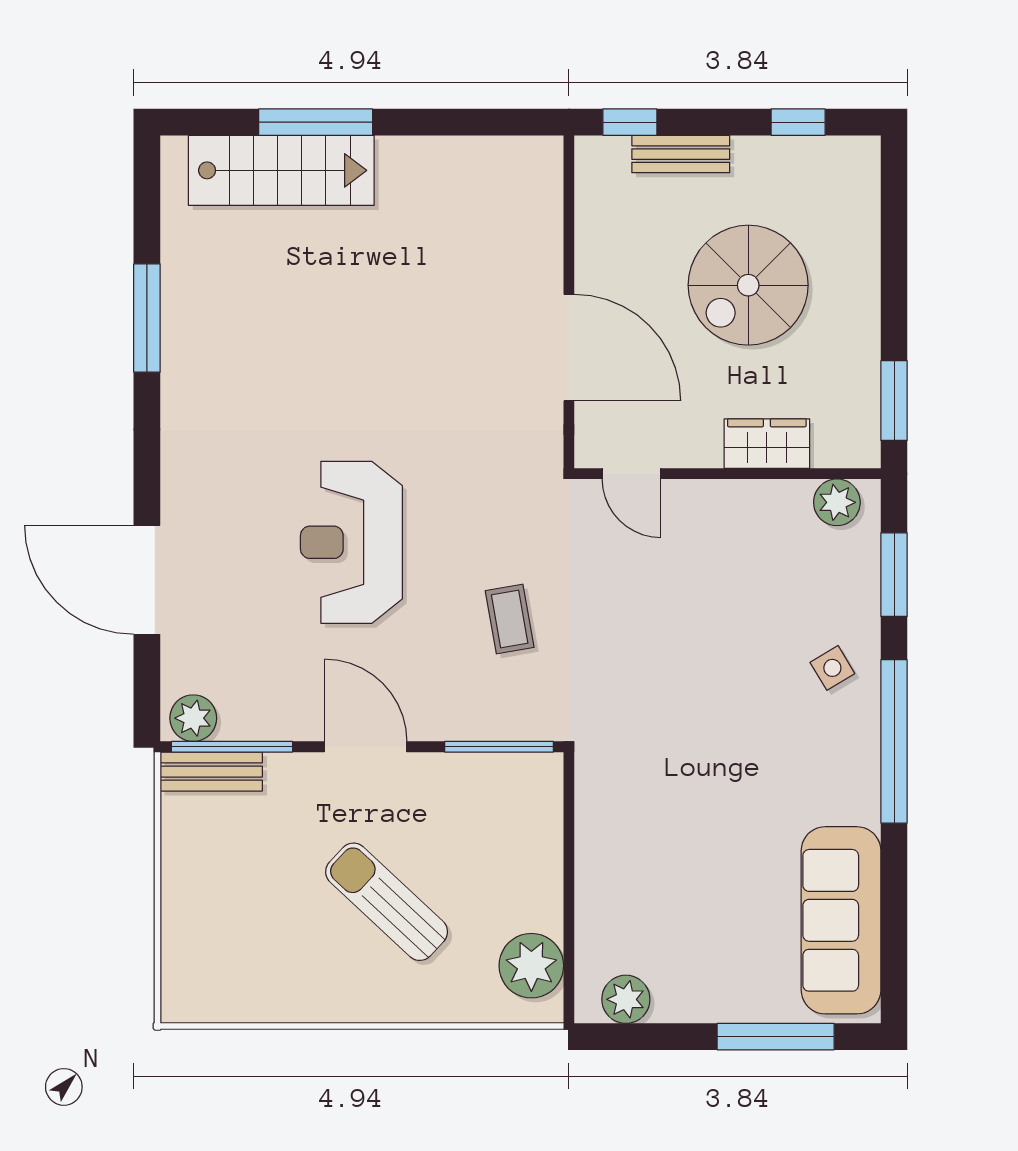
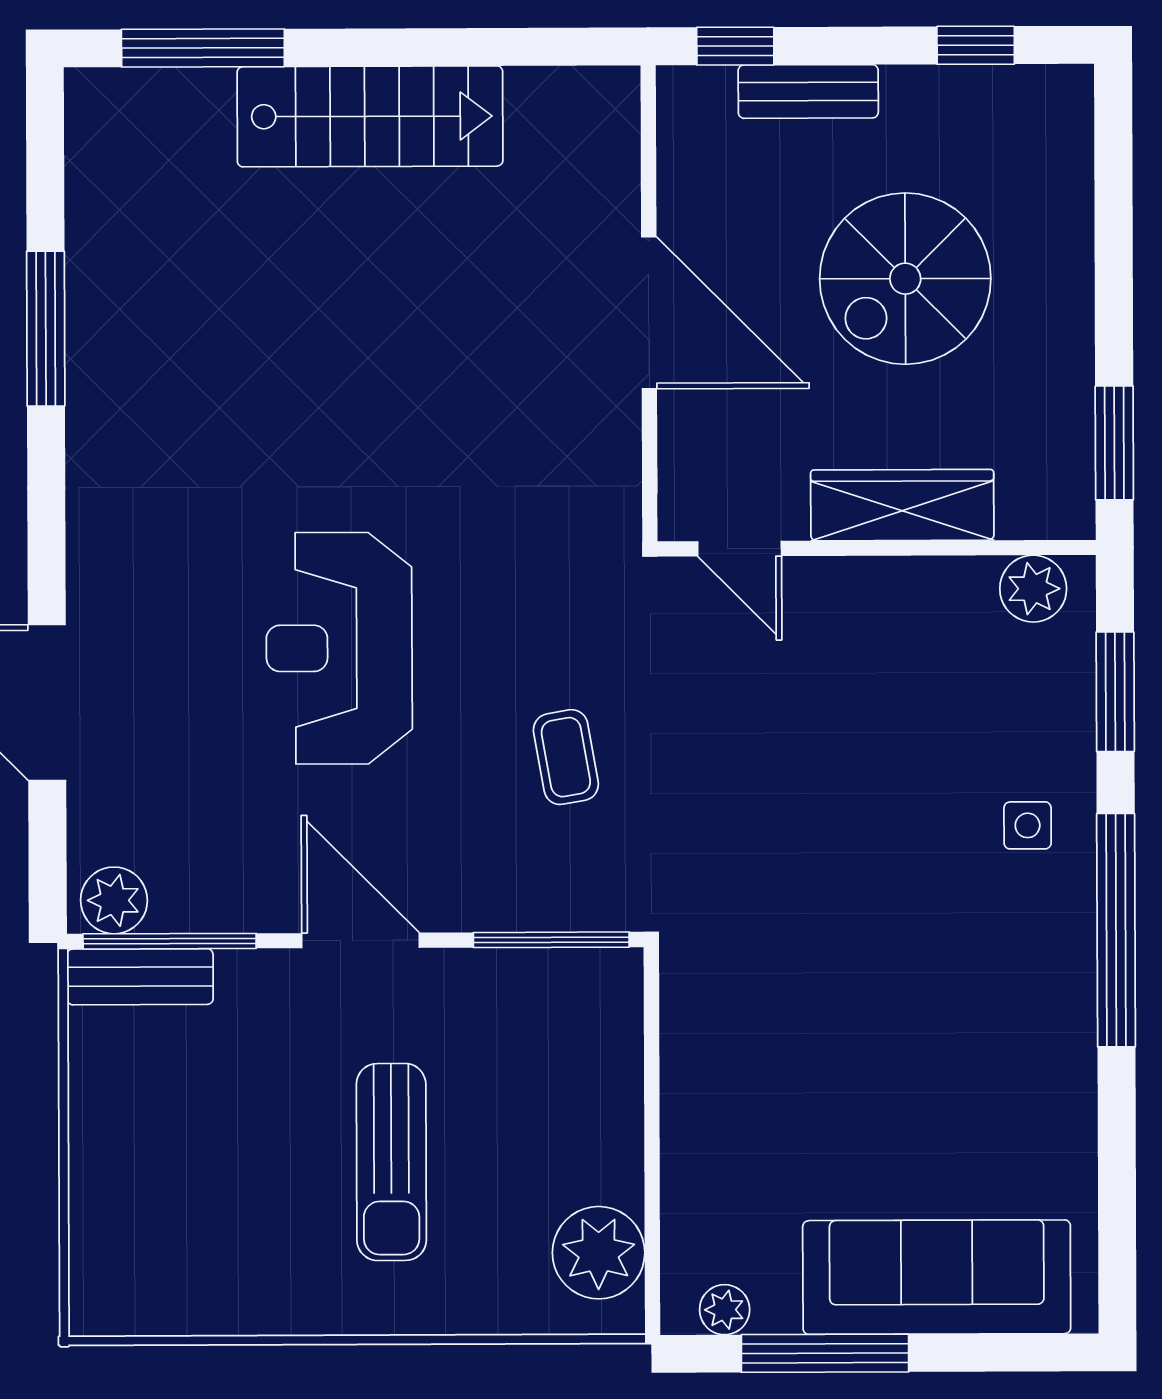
window: (316, 122) -> (203, 48), moved
stairs: (281, 170) -> (370, 116), moved
door: (569, 348) -> (649, 313), moved
wardrobe: (767, 444) -> (902, 505), width x1.50
side table: (832, 668) -> (1028, 825), turned 31
sun lounger: (387, 902) -> (391, 1162), turned -133
sofa: (841, 920) -> (937, 1277), moved, turned 90
plant: (626, 999) -> (725, 1310), width x0.73, depth x0.73
window: (776, 1037) -> (825, 1353), moved

